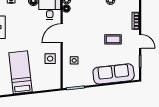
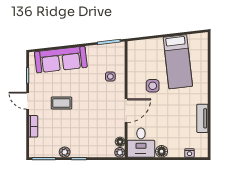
side table: (50, 59) -> (153, 86), moved

